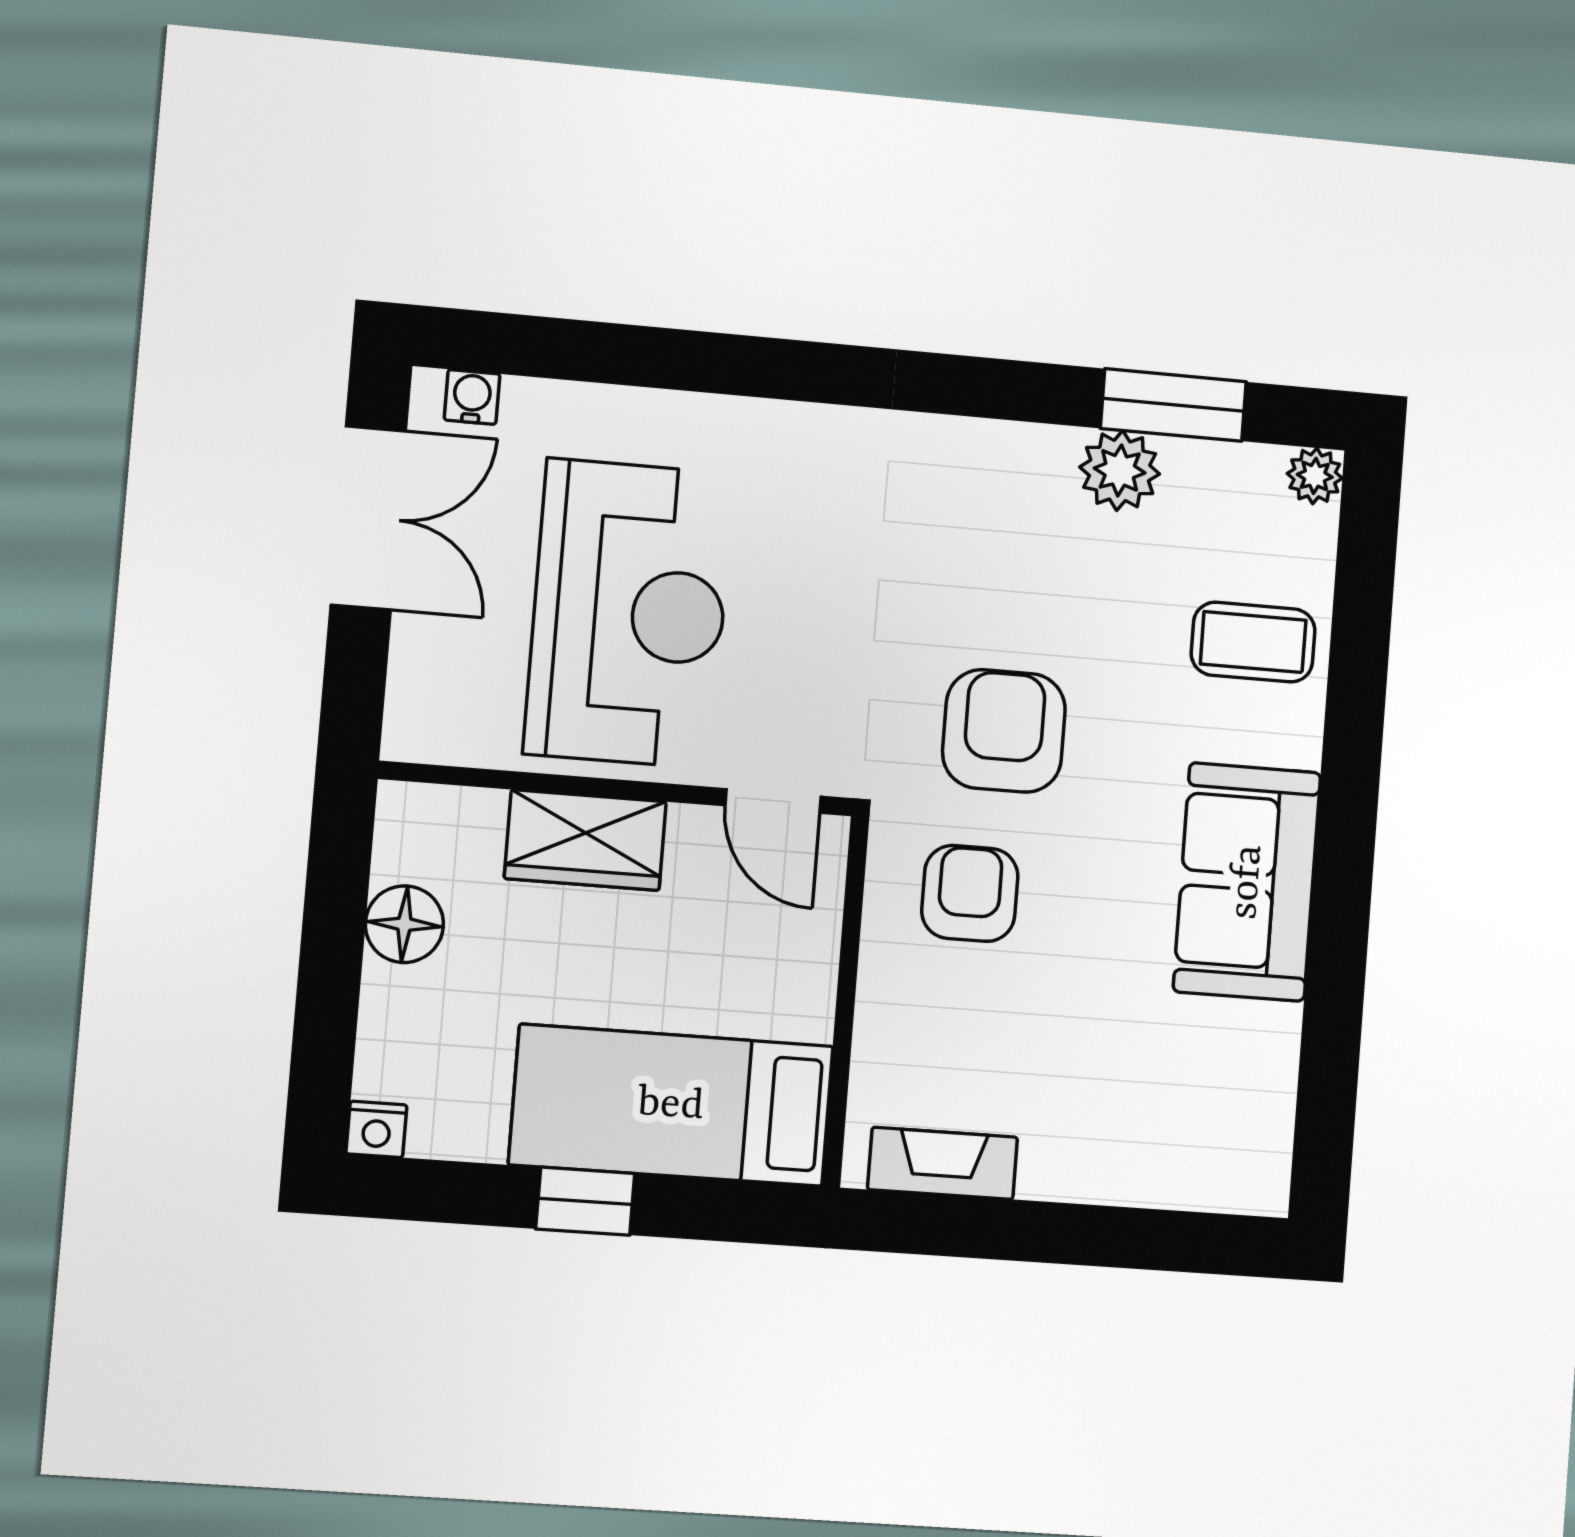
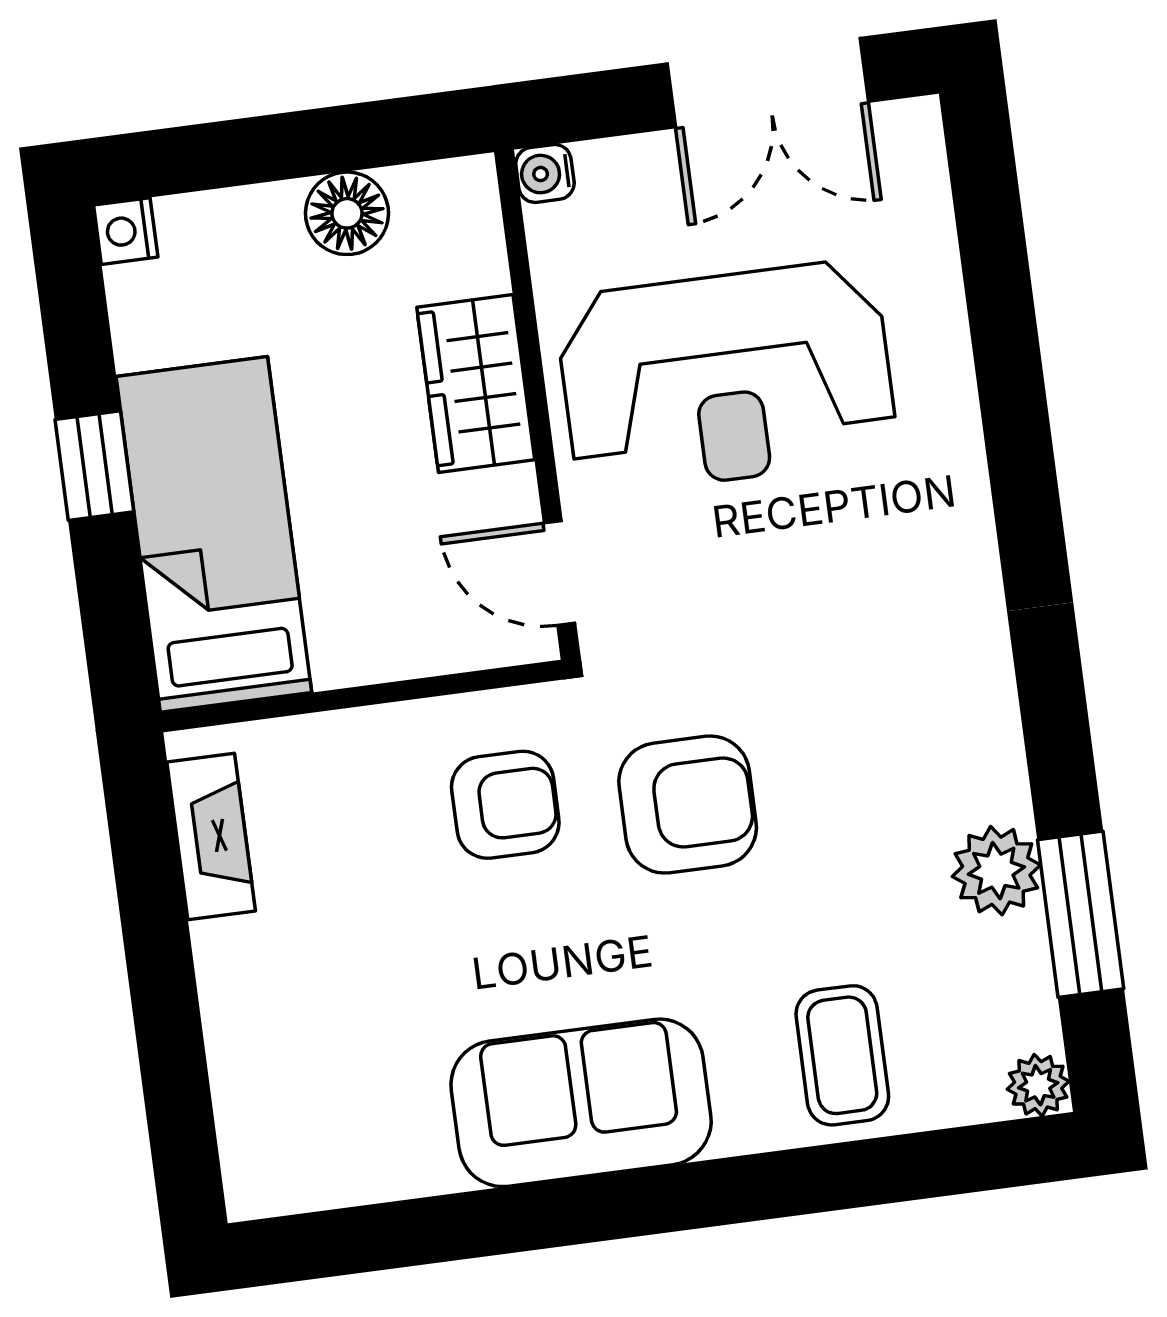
water cooler: (472, 397) -> (545, 173), moved, turned 180
door: (773, 801) -> (560, 573), hinge flipped

